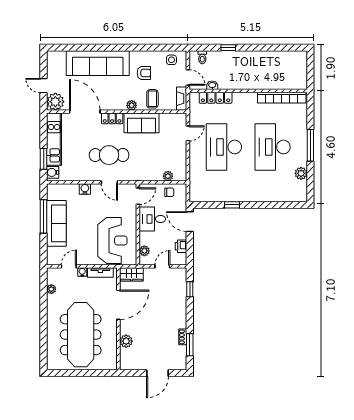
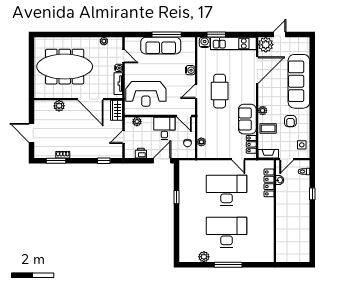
bookcase: (282, 98) -> (269, 240), removed
locker: (112, 118) -> (251, 144), moved
door: (162, 266) -> (124, 137), swing flipped

